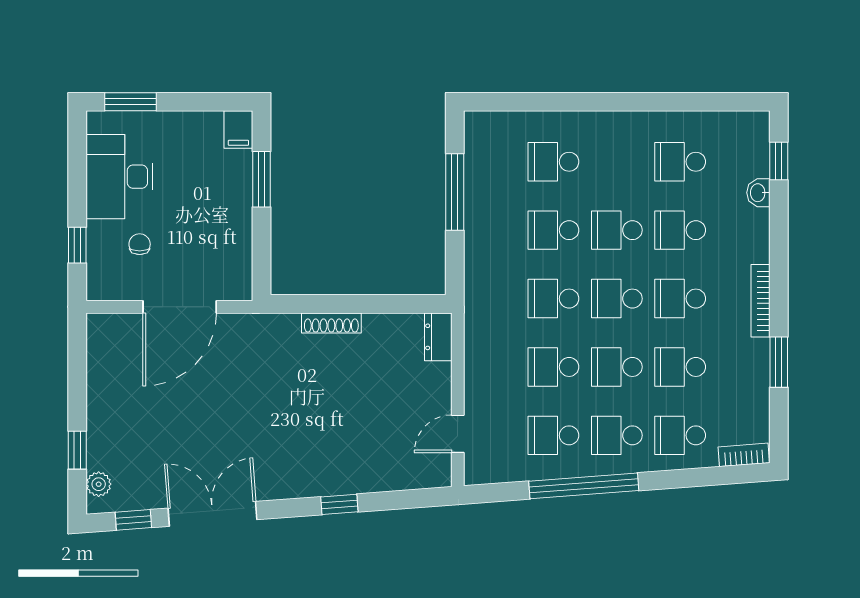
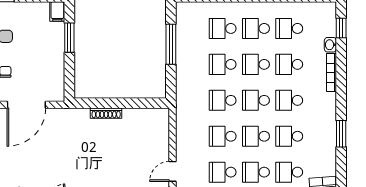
school desk: (617, 162) -> (256, 28), added
bookcase: (761, 301) -> (331, 73), moved
dresser: (438, 337) -> (162, 120), removed

